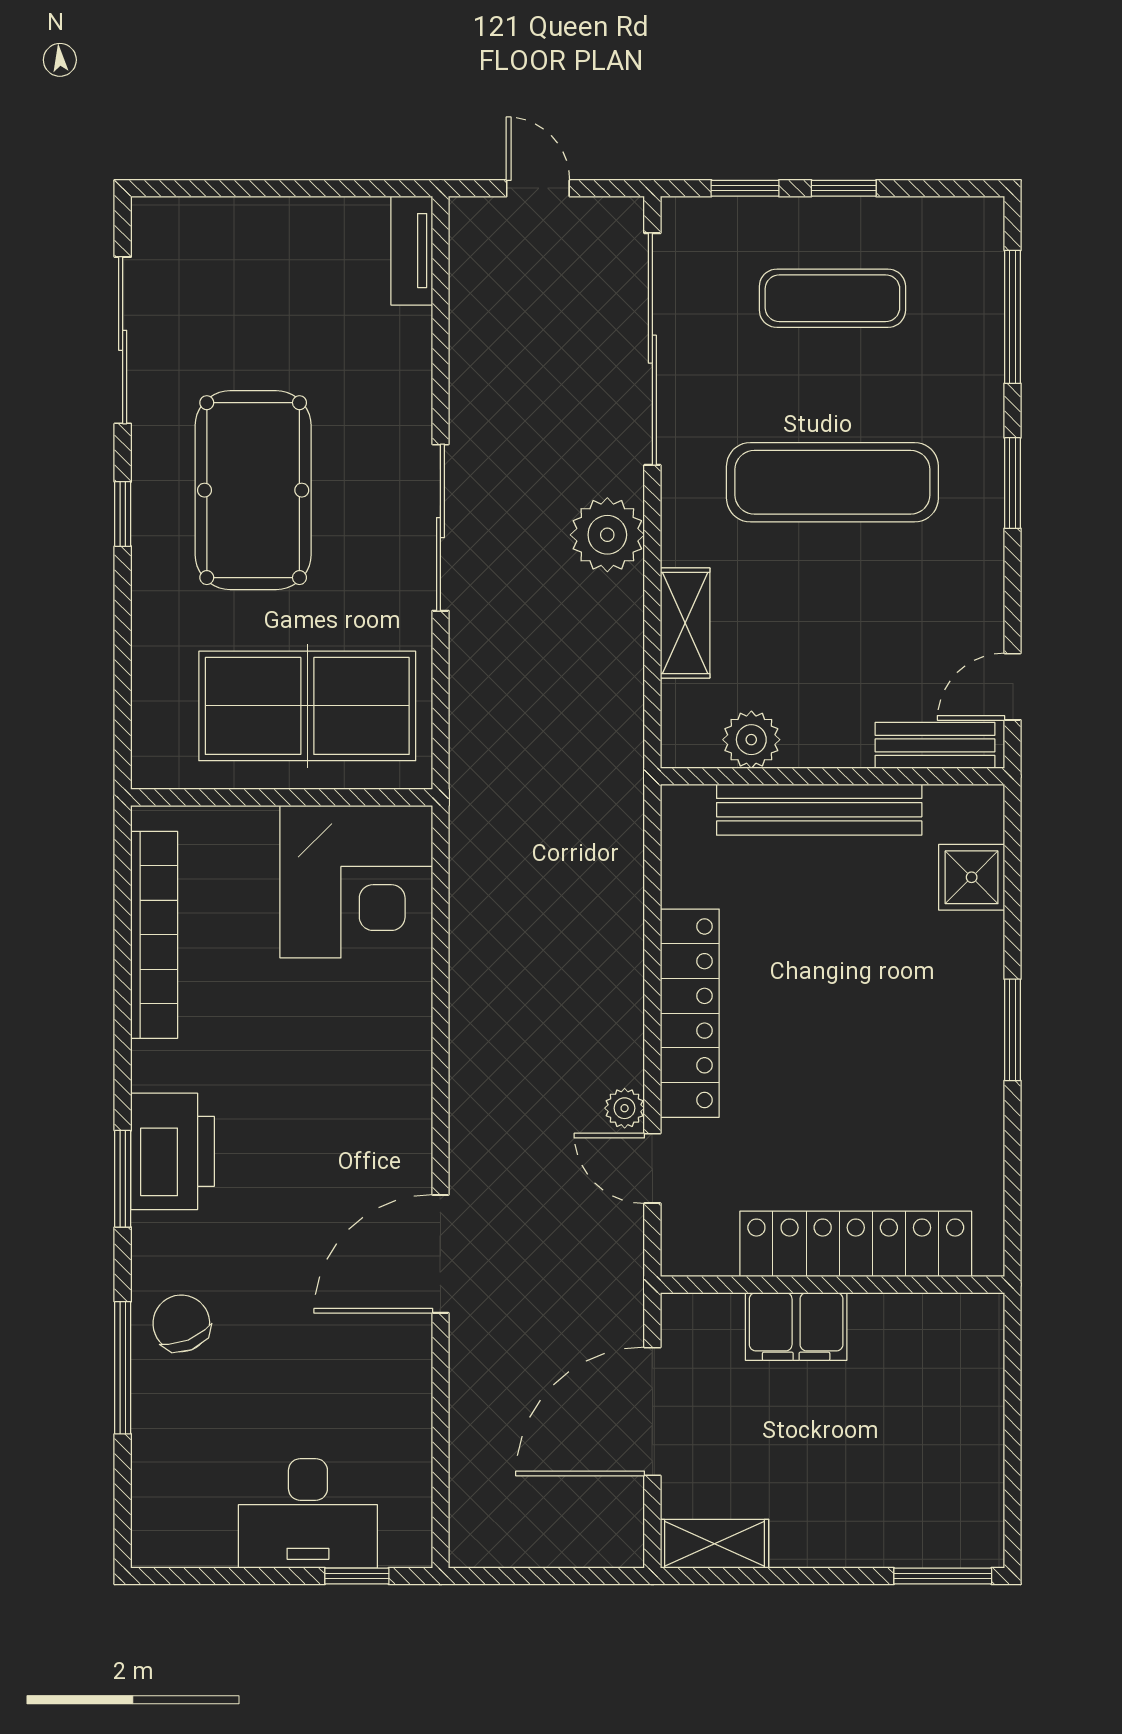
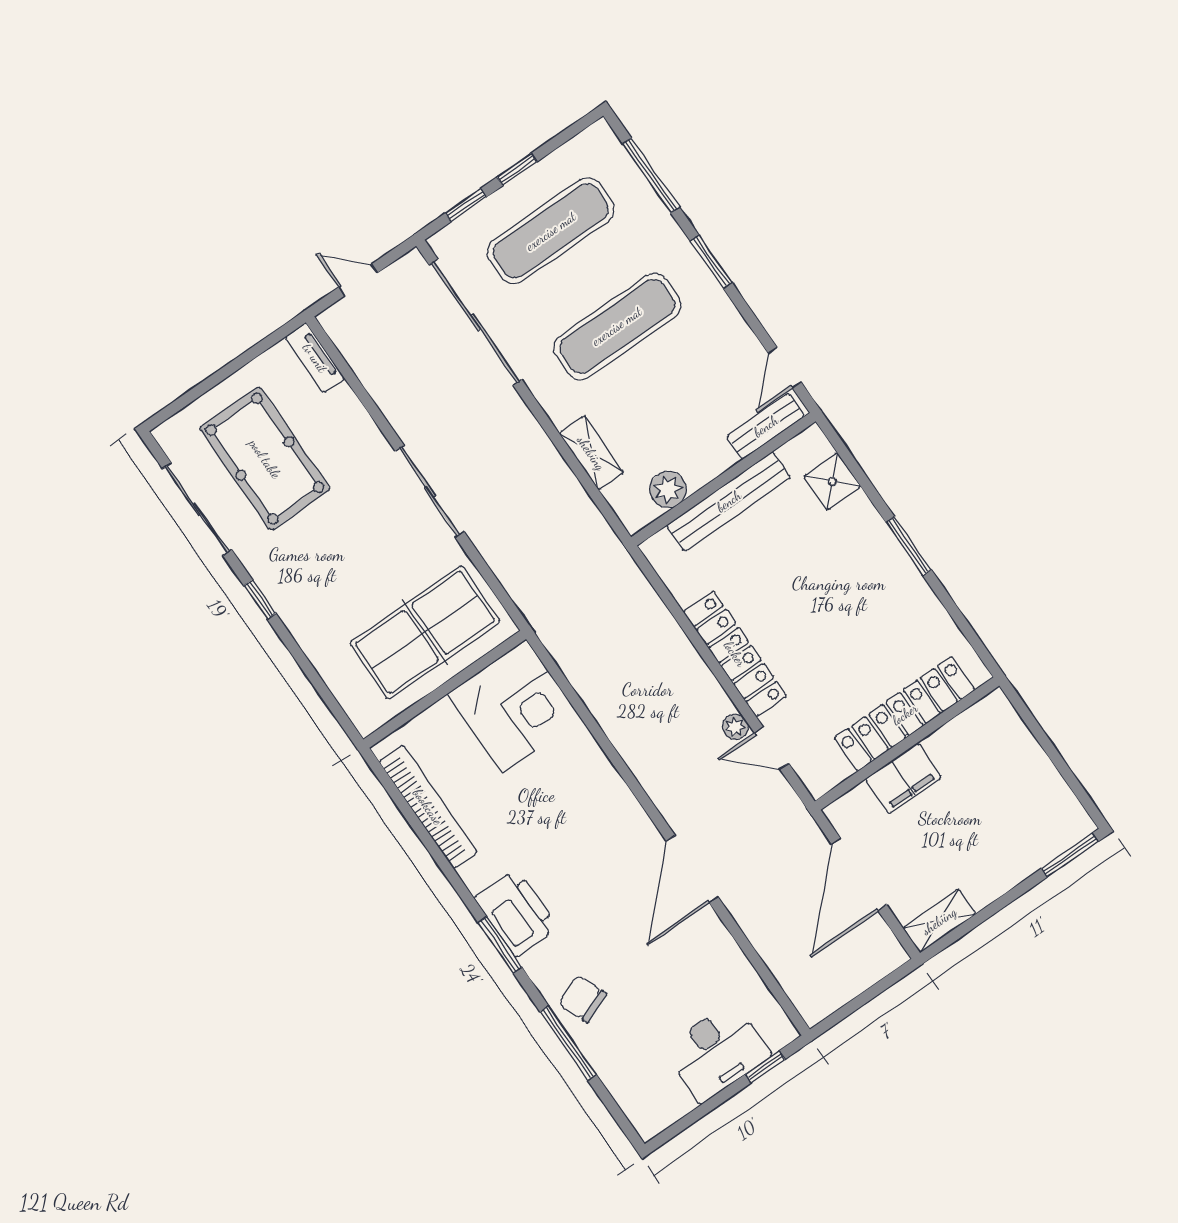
exercise mat: (832, 298) -> (551, 231), width x1.36, depth x1.45
pool table: (253, 490) -> (265, 459), moved
plant: (607, 535) -> (519, 435), removed

